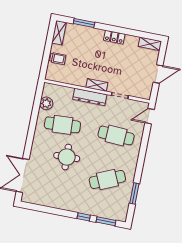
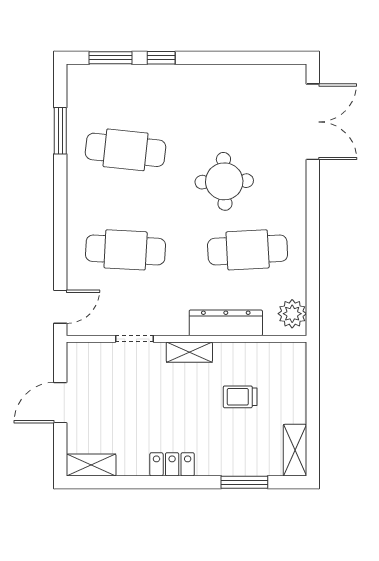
trolley: (58, 58) -> (240, 397), moved
dresser: (90, 97) -> (226, 323), moved
plant: (46, 103) -> (292, 314), moved
cafe table: (107, 179) -> (126, 150), turned 30

